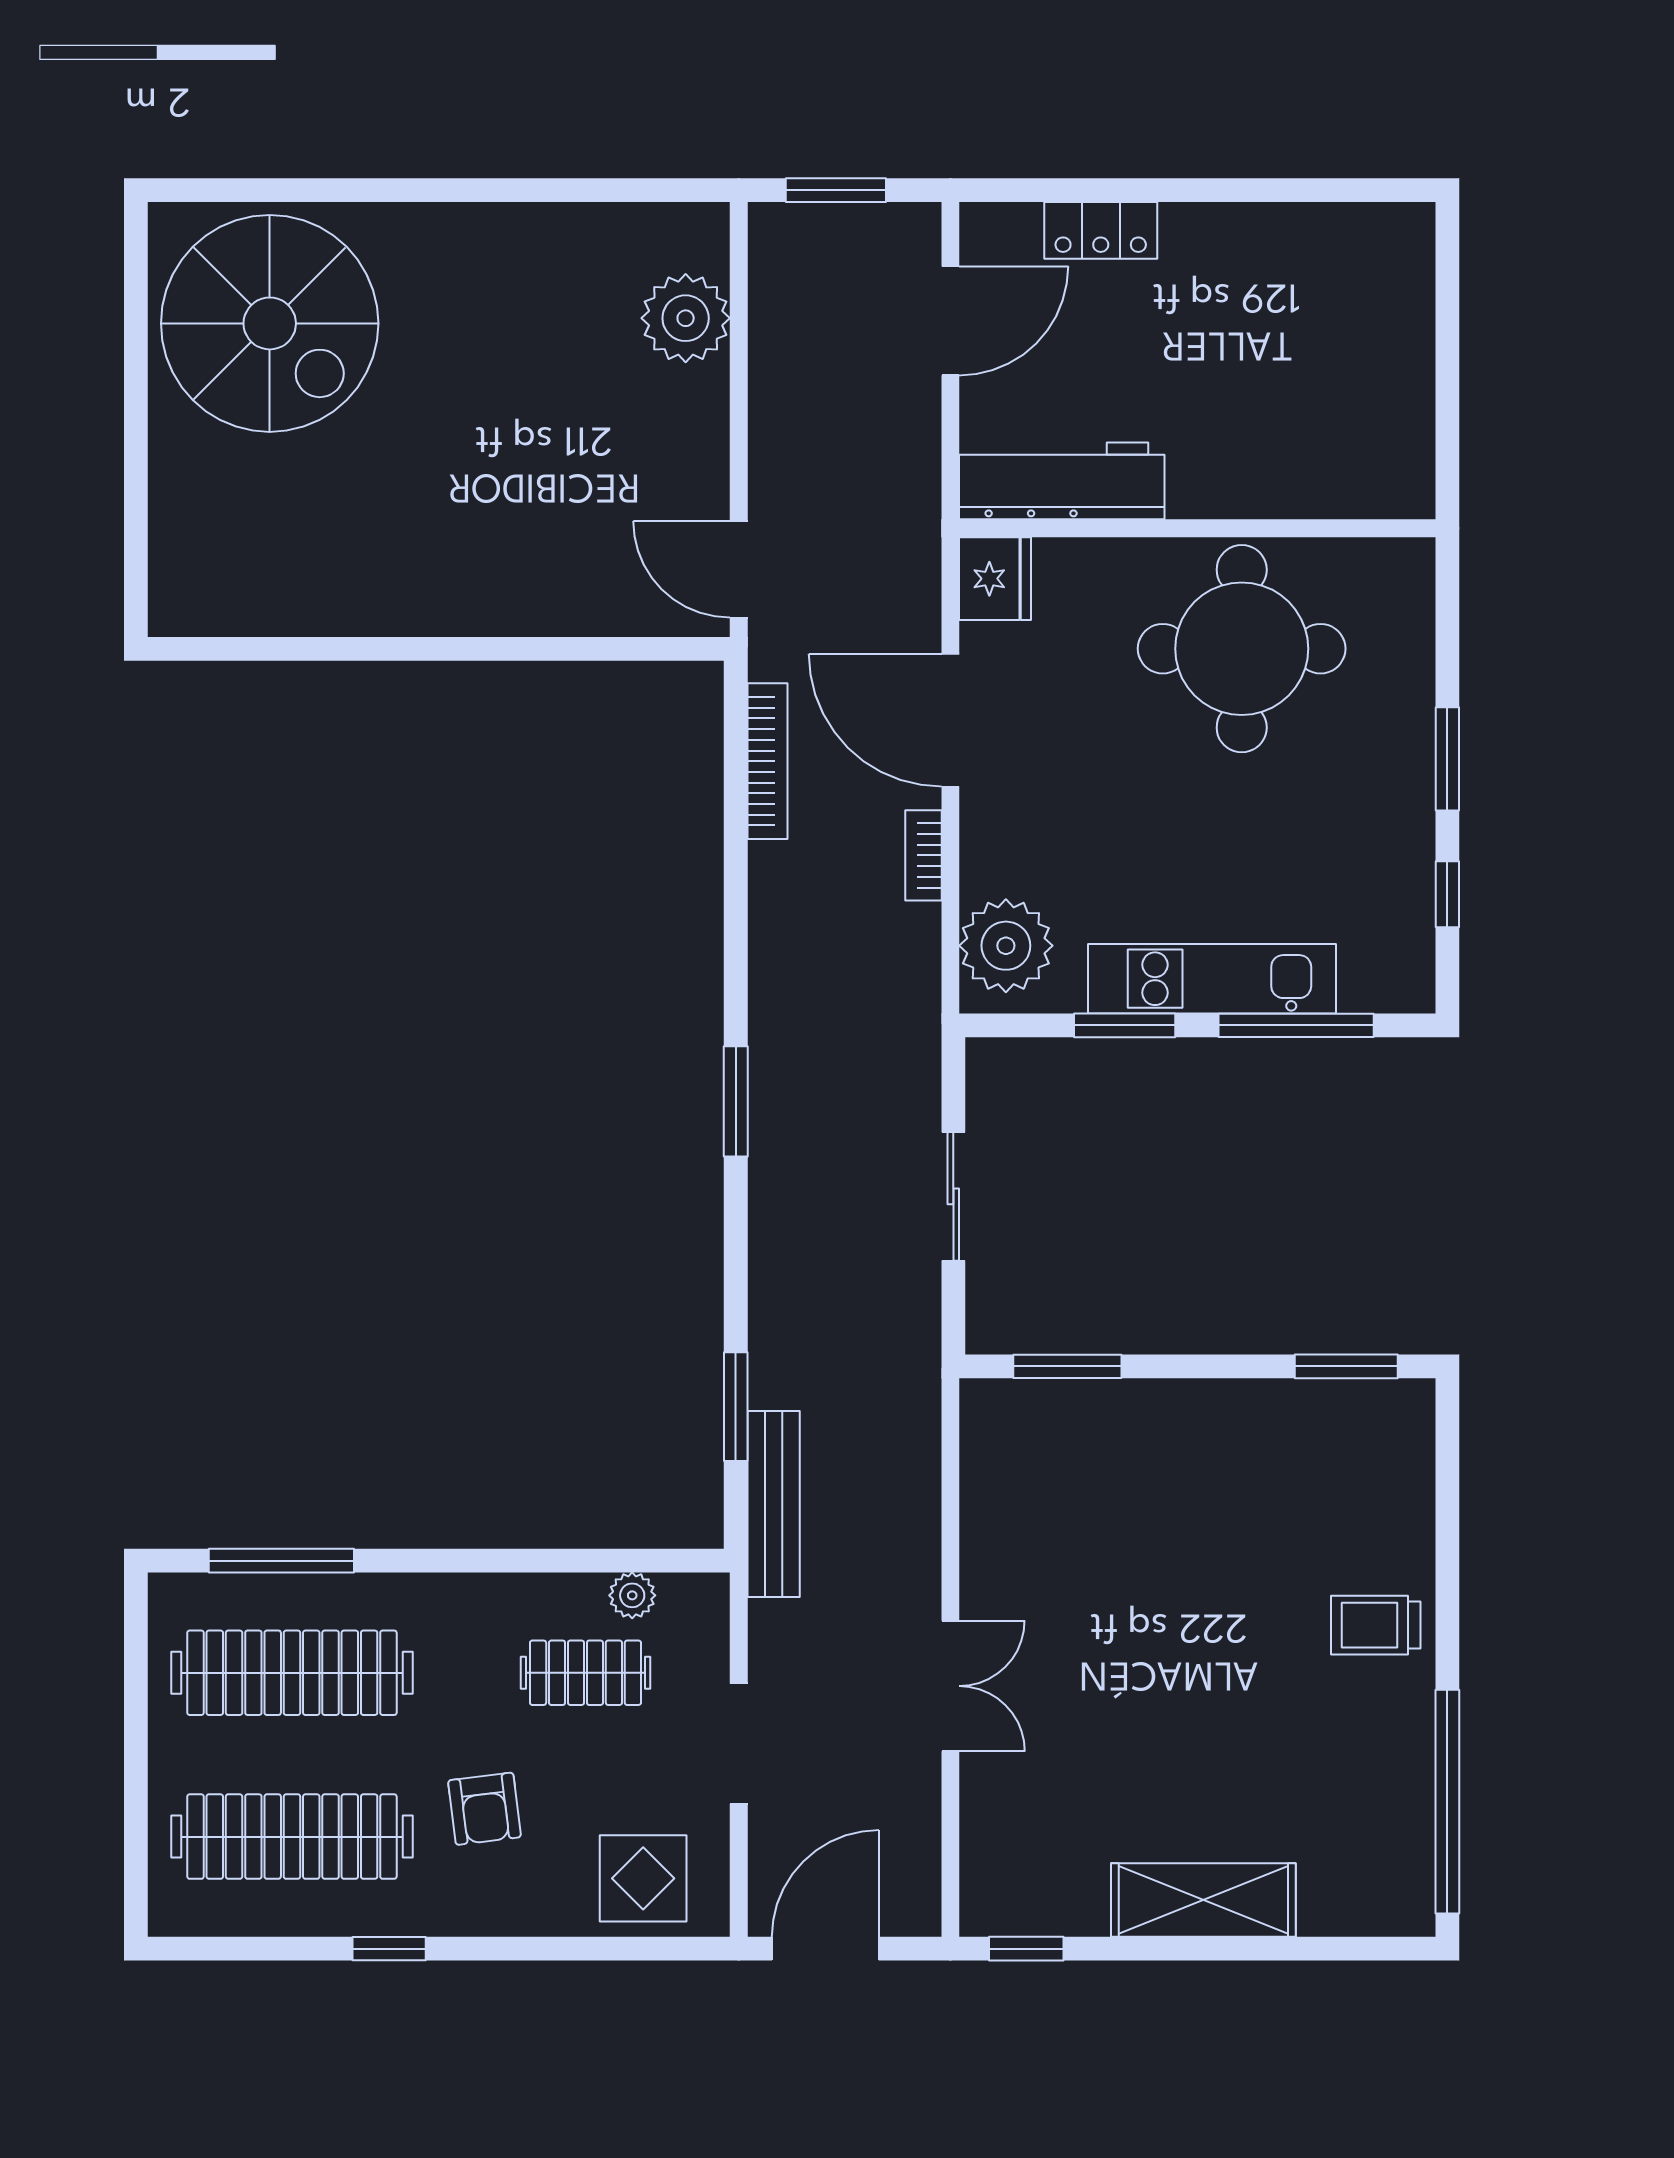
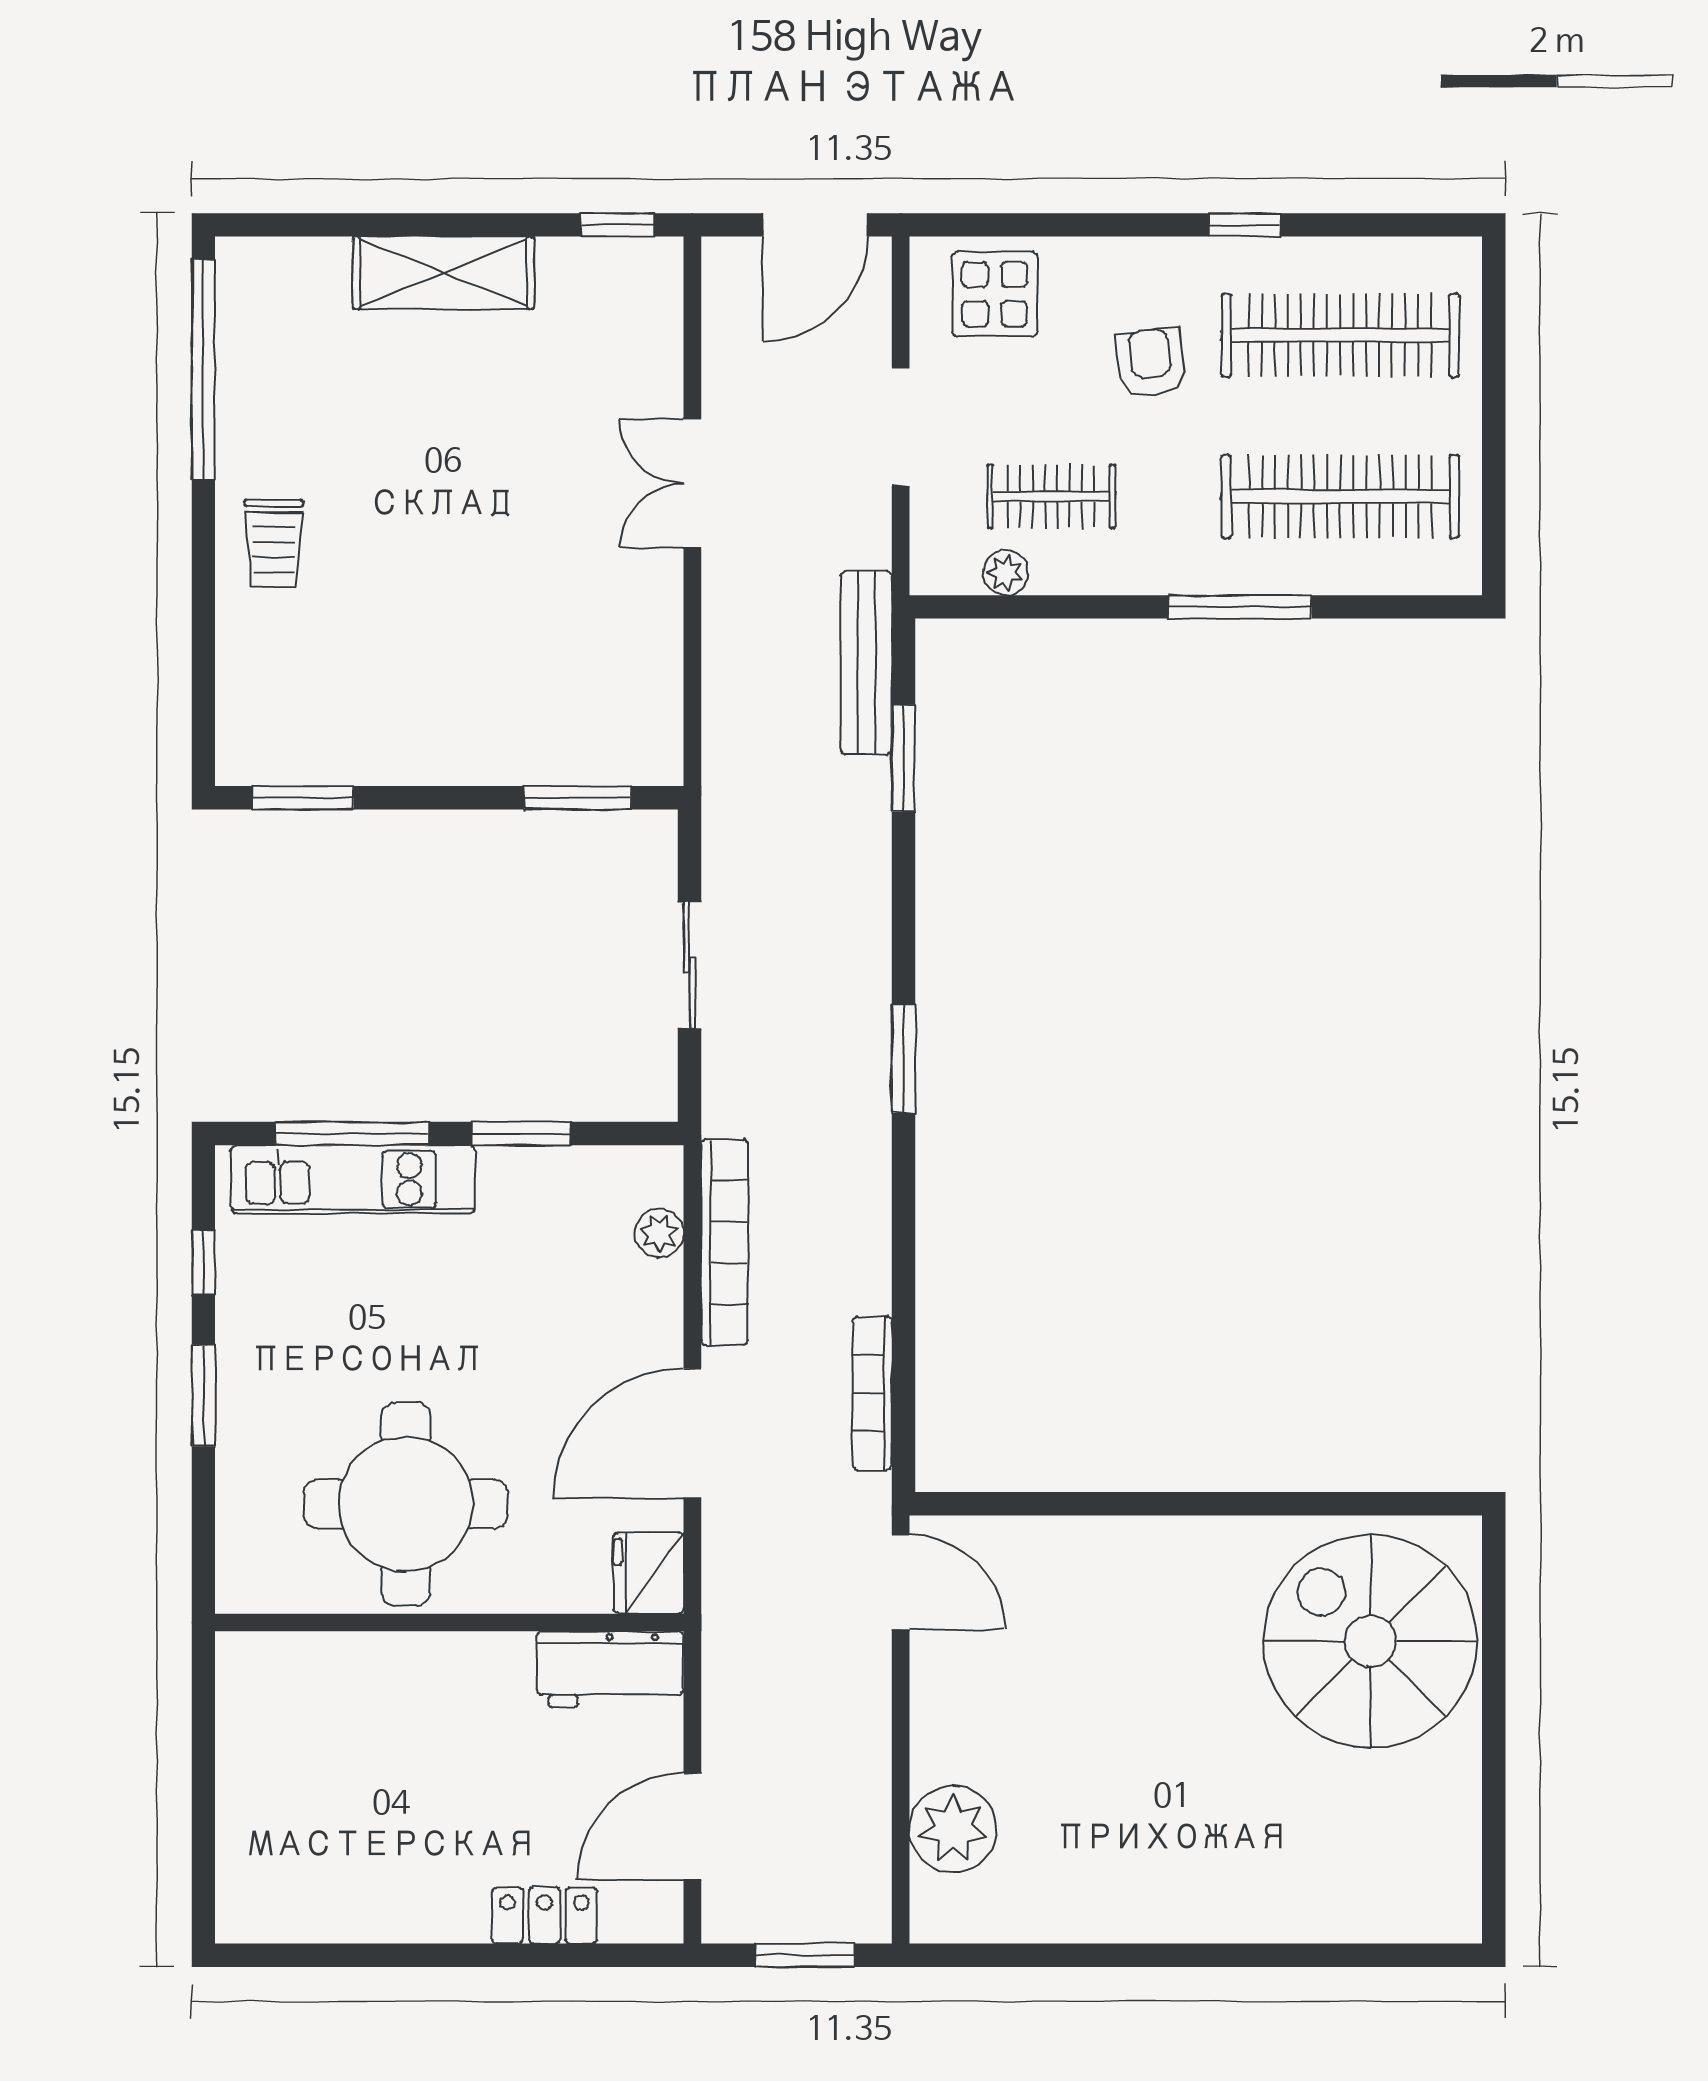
spiral stairs: (270, 323) -> (1370, 1641), moved
workbench: (1062, 481) -> (610, 1669), width x0.73
door: (950, 720) -> (692, 1434), swing flipped
bookcase: (923, 855) -> (724, 1242), width x2.31, depth x1.31
plant: (1006, 946) -> (659, 1233), width x0.53, depth x0.53
kitchen unit: (1212, 979) -> (353, 1179), moved
window: (281, 1561) -> (1240, 607), moved
trolley: (1376, 1625) -> (274, 543), turned 90

